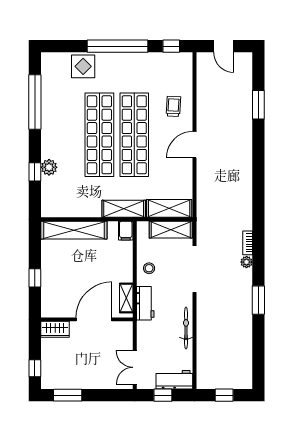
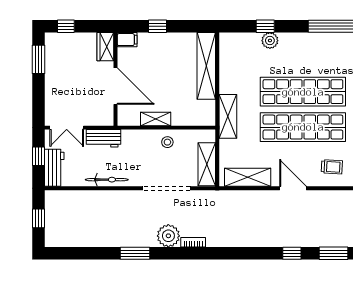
window: (258, 146) -> (292, 253), added
shelving: (169, 208) -> (248, 177), moved, turned 90
filing cabinet: (126, 231) -> (127, 40), moved, turned 180
plant: (247, 262) -> (168, 236), width x1.87, depth x1.87
shelving: (126, 298) -> (156, 119), moved
workbench: (145, 303) -> (103, 138), moved
double door: (135, 367) -> (67, 128), swing flipped

